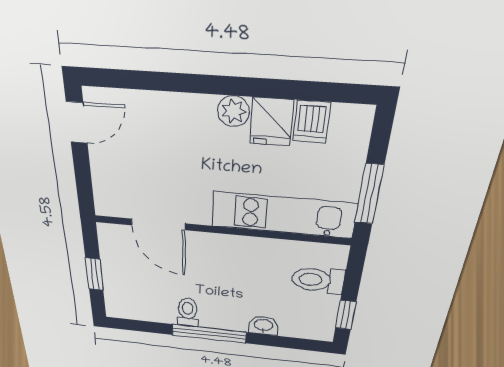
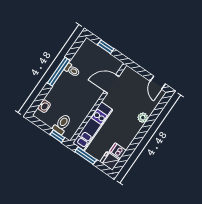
plant: (233, 111) -> (143, 118), moved
fridge: (271, 122) -> (110, 161), moved
window: (346, 315) -> (57, 136), moved
washbasin: (264, 325) -> (44, 106), moved

